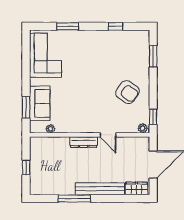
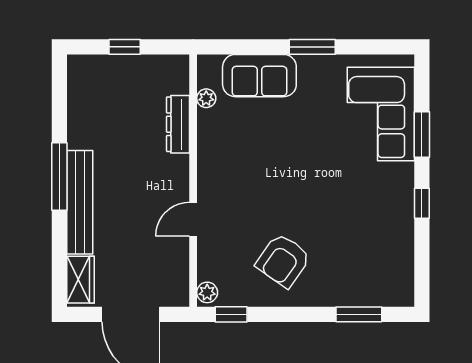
window: (116, 26) -> (422, 203), moved
corner sofa: (45, 55) -> (381, 114), moved, turned 90
window: (26, 107) -> (312, 47), moved
dresser: (84, 142) -> (178, 124), moved
window: (74, 198) -> (59, 176), moved

